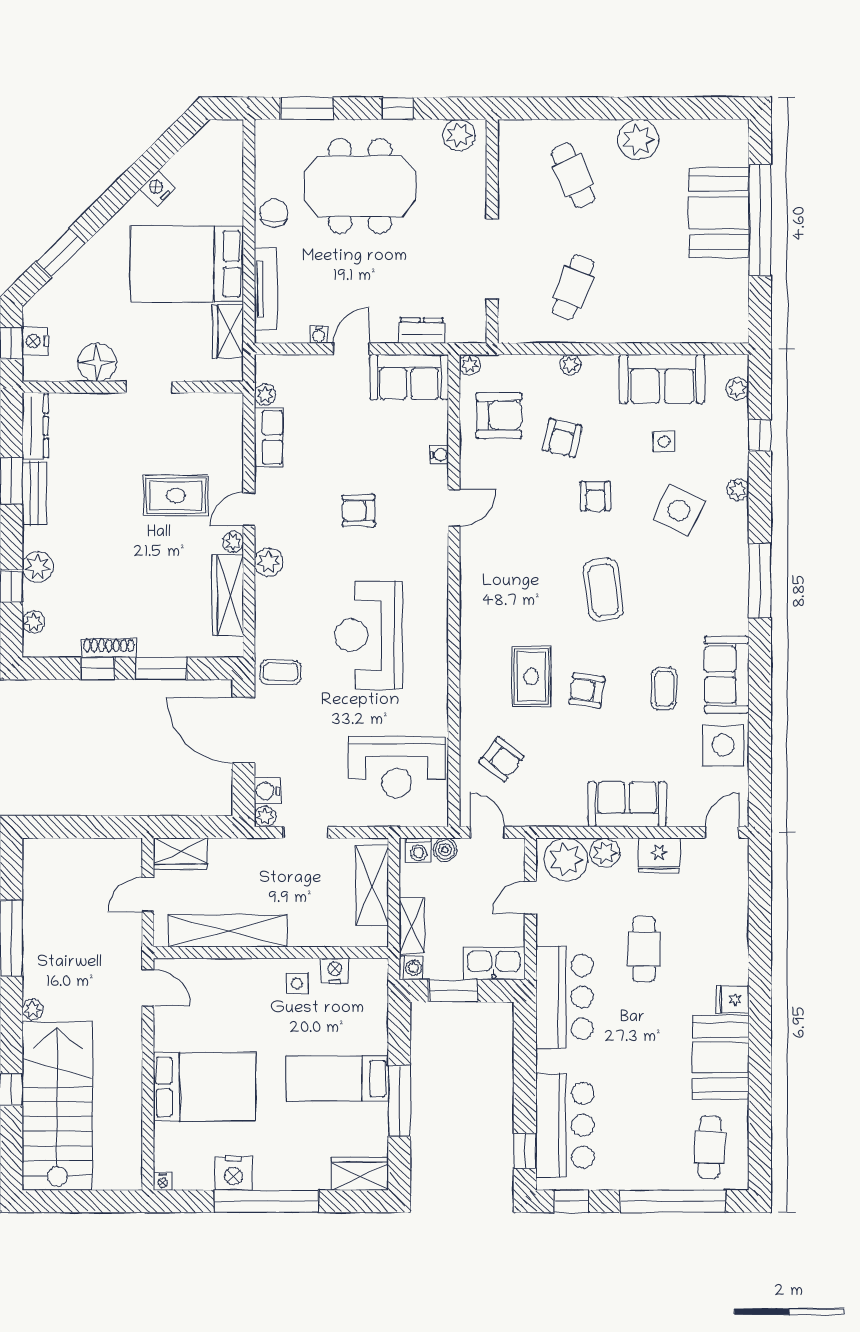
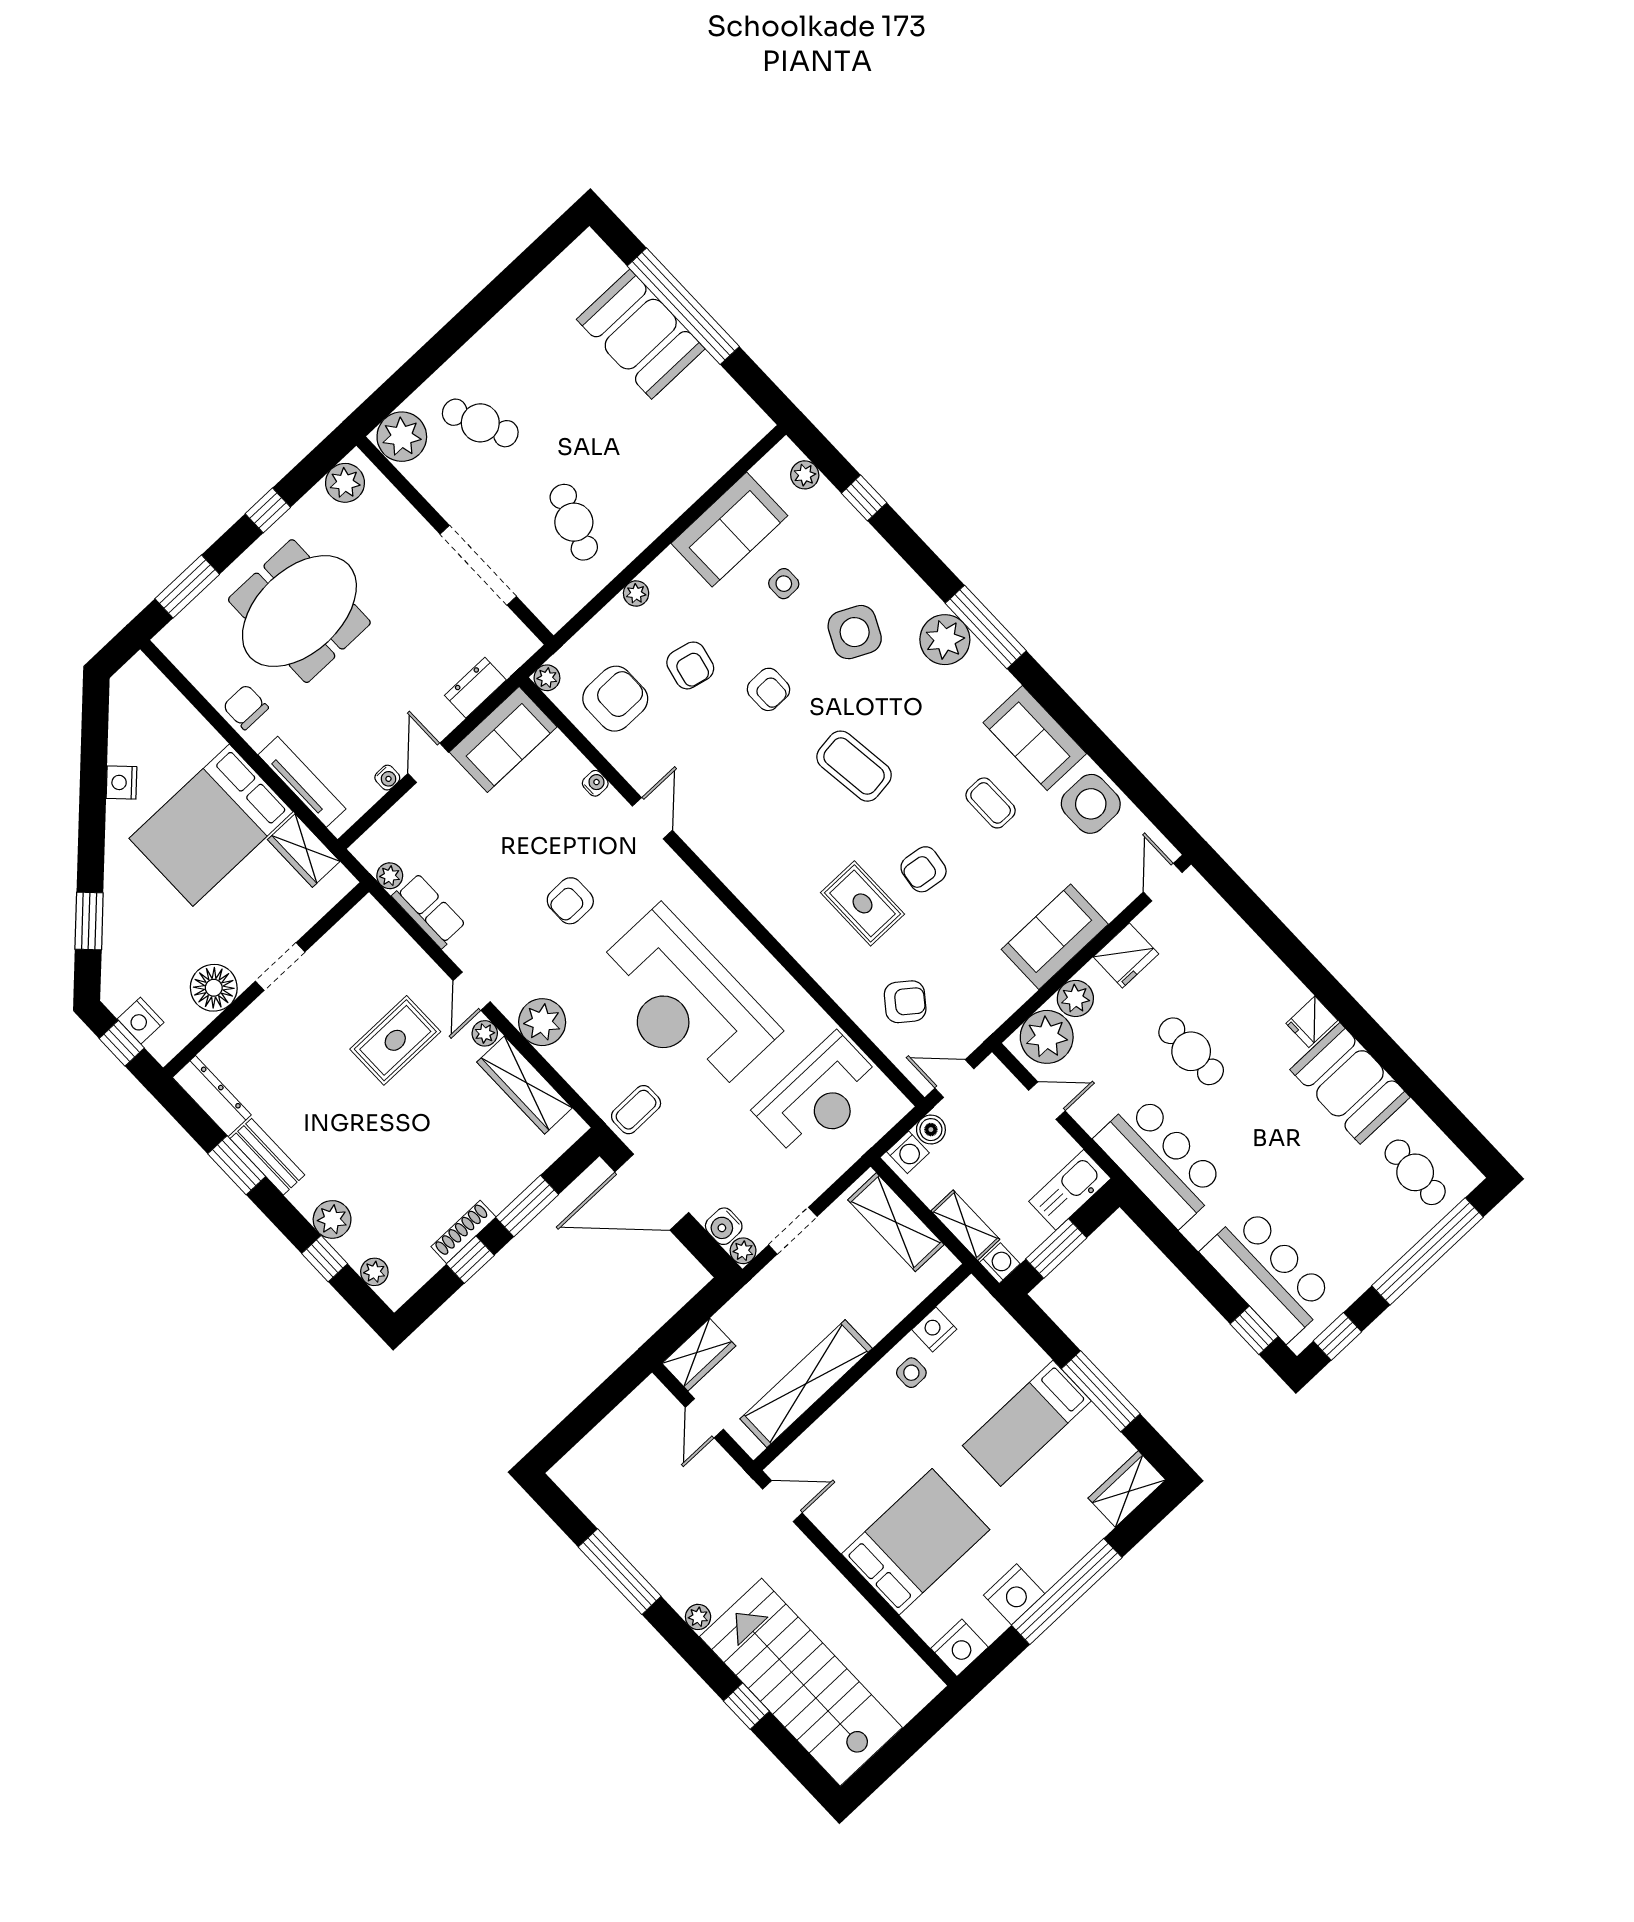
plant: (638, 140) -> (402, 437), moved
plant: (738, 490) -> (945, 640), moved, width x1.87, depth x1.87
plant: (269, 562) -> (542, 1022), width x1.36, depth x1.36
reception desk: (369, 635) -> (683, 1003), width x1.36, depth x1.30
door: (530, 898) -> (1047, 1101), swing flipped
nightstand: (163, 1181) -> (959, 1648), width x1.89, depth x1.79

